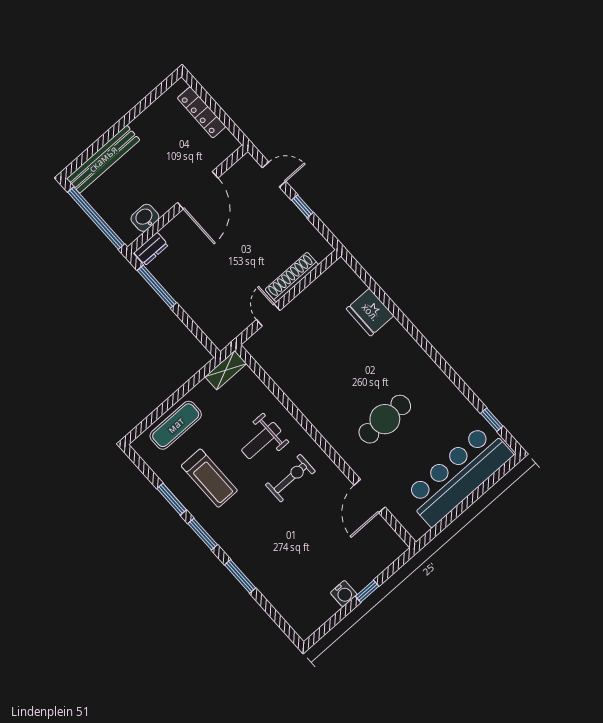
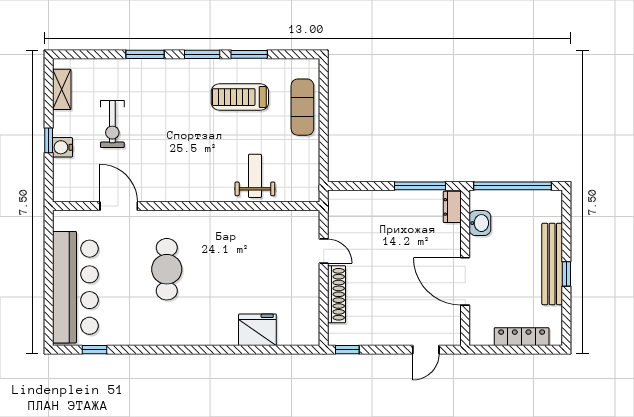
window: (126, 120) -> (566, 274), added
bench: (103, 159) -> (552, 264), moved
window: (302, 206) -> (347, 350), moved
shelving: (226, 370) -> (62, 89), moved
weight bench: (261, 441) -> (255, 176), moved
exercise bike: (290, 478) -> (112, 124), moved
water cooler: (344, 594) -> (62, 147), moved

